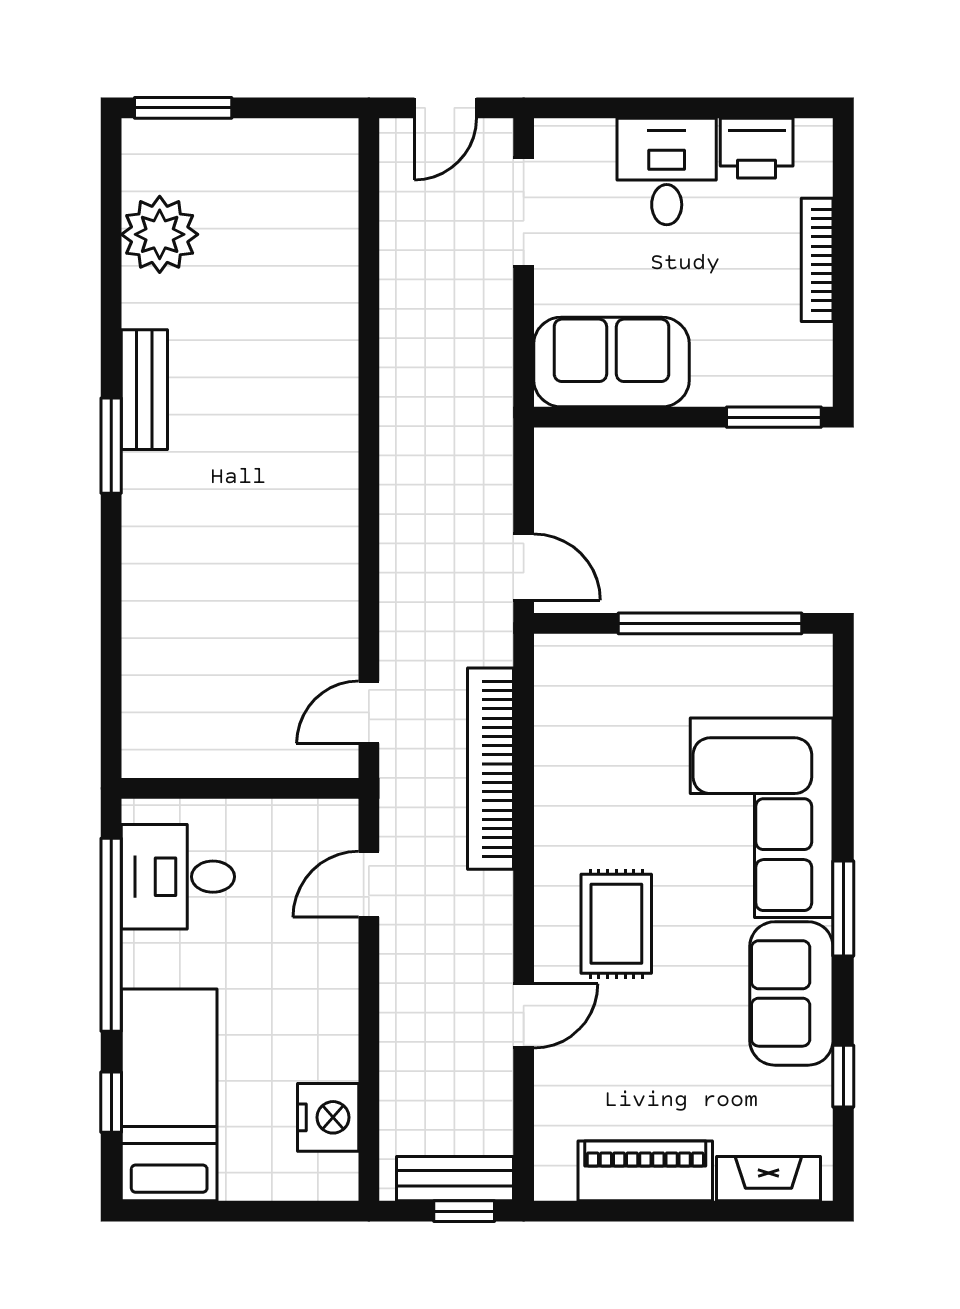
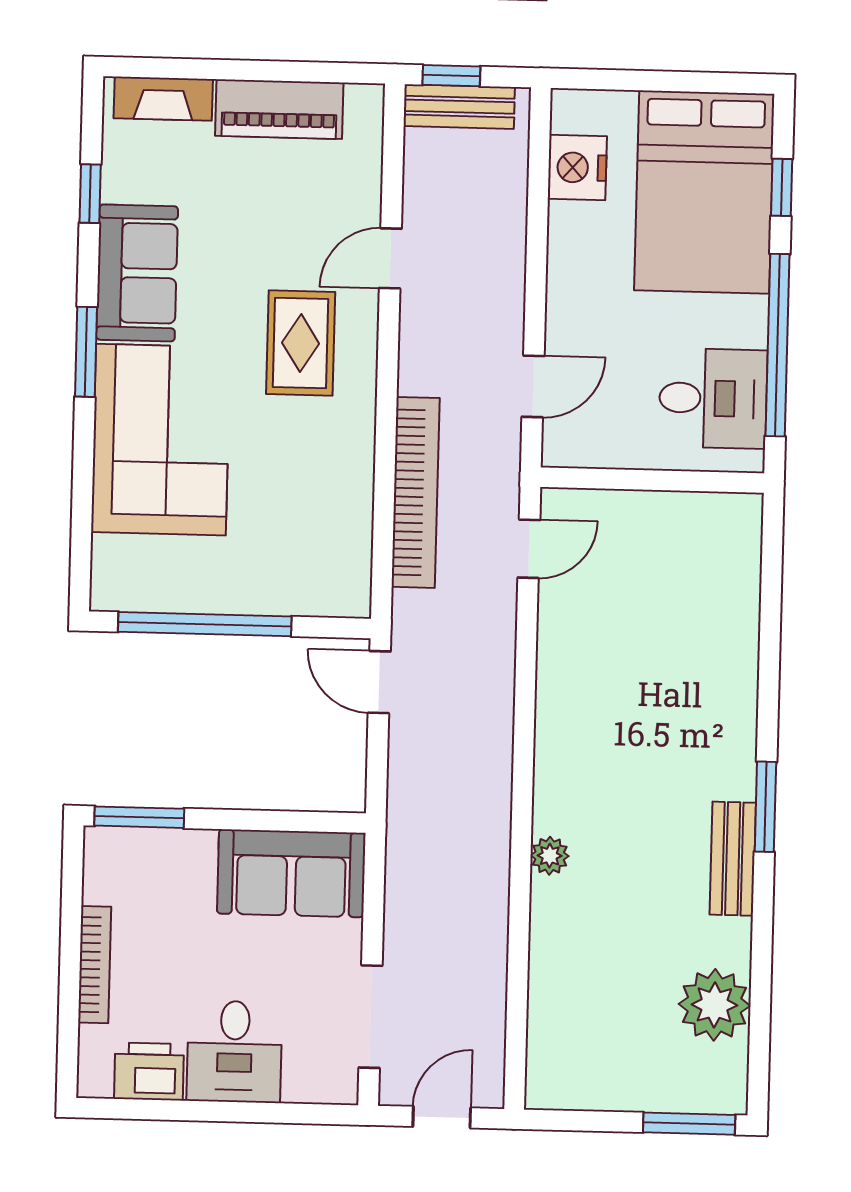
plant: (338, 388) -> (550, 856), added
bed: (169, 1095) -> (704, 192), width x1.50

